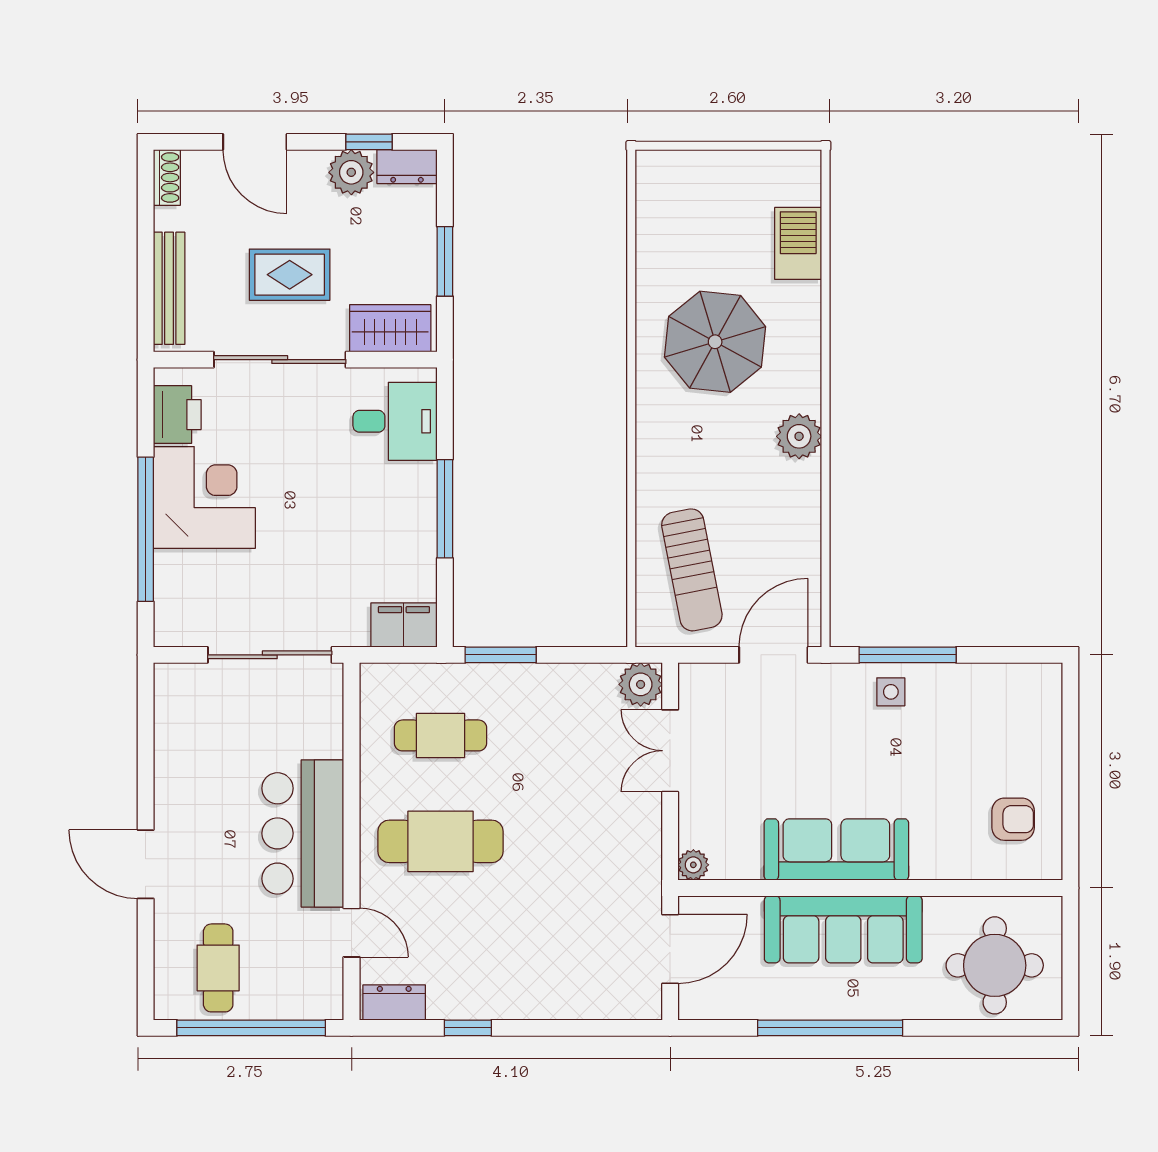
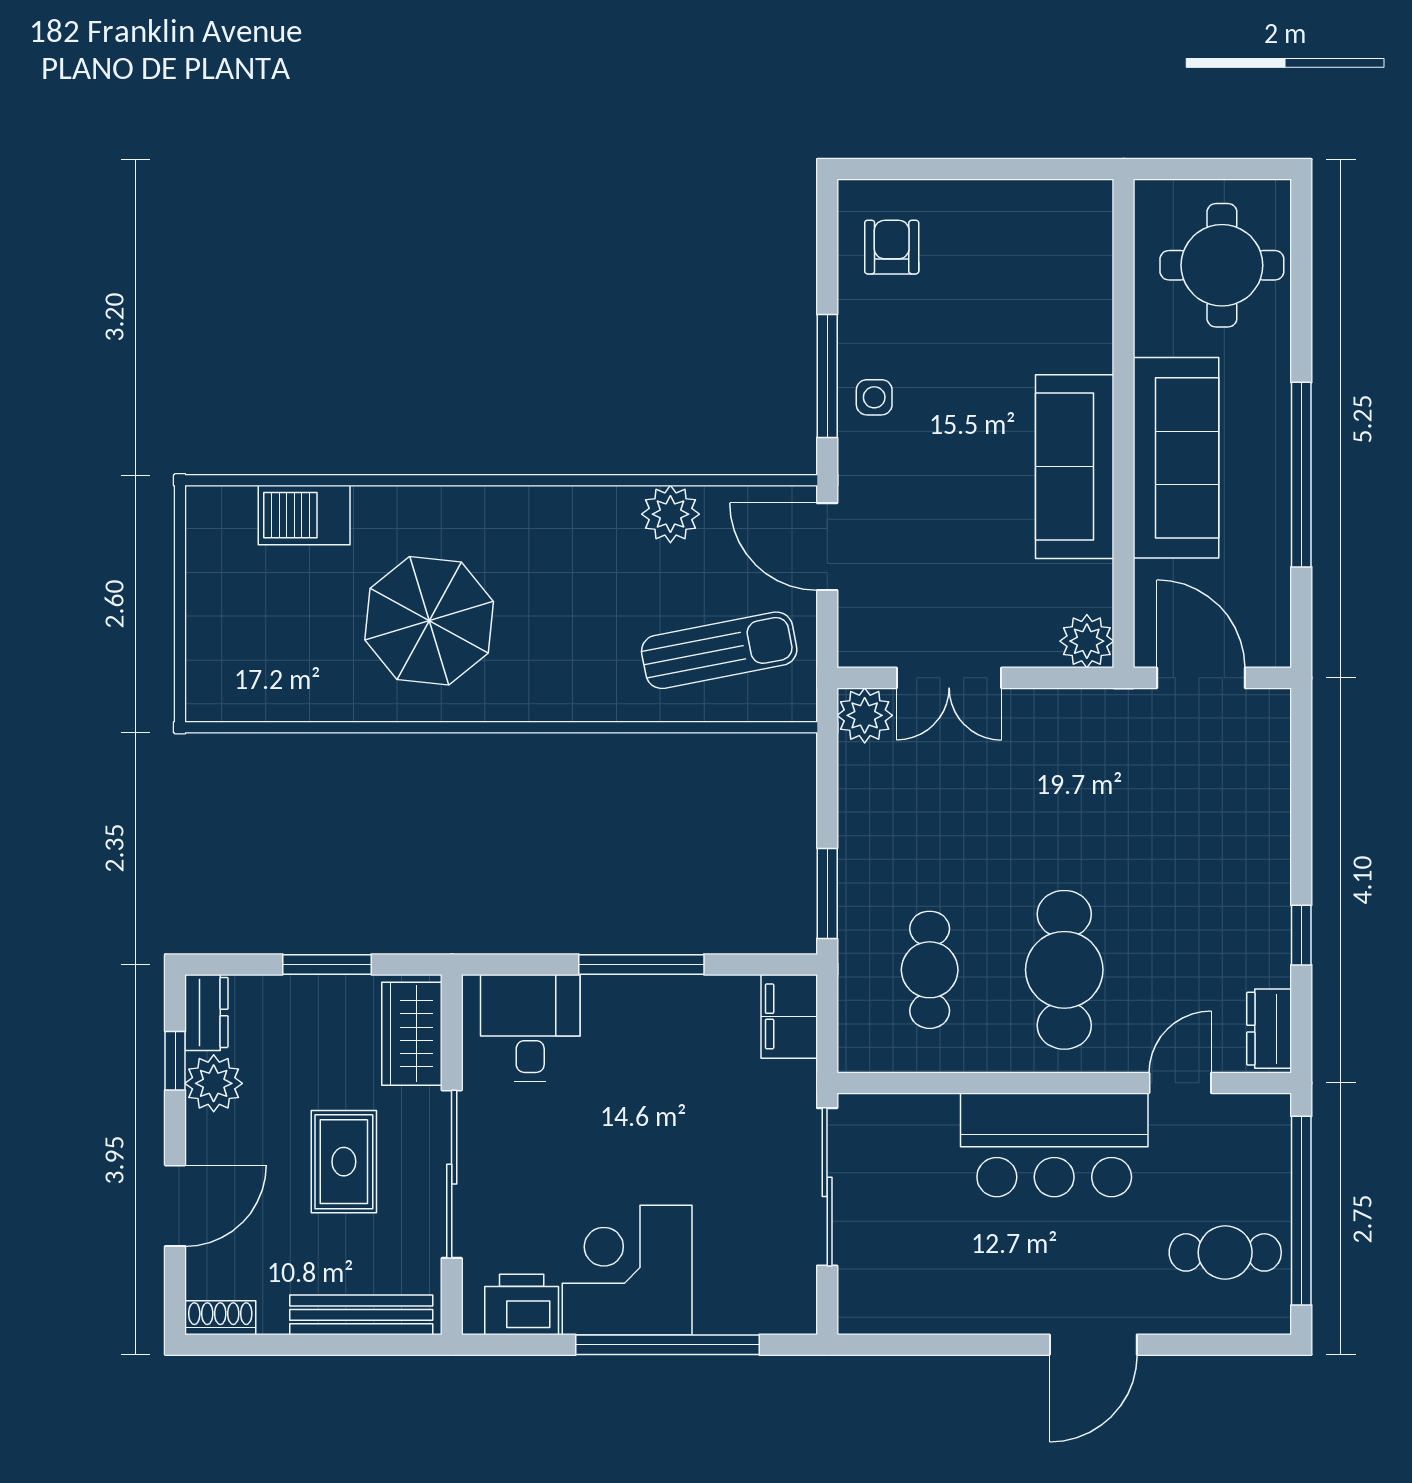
plant: (799, 436) -> (670, 514), moved
armchair: (1013, 819) -> (892, 247), moved
plant: (693, 865) -> (1087, 641), width x1.38, depth x1.38

